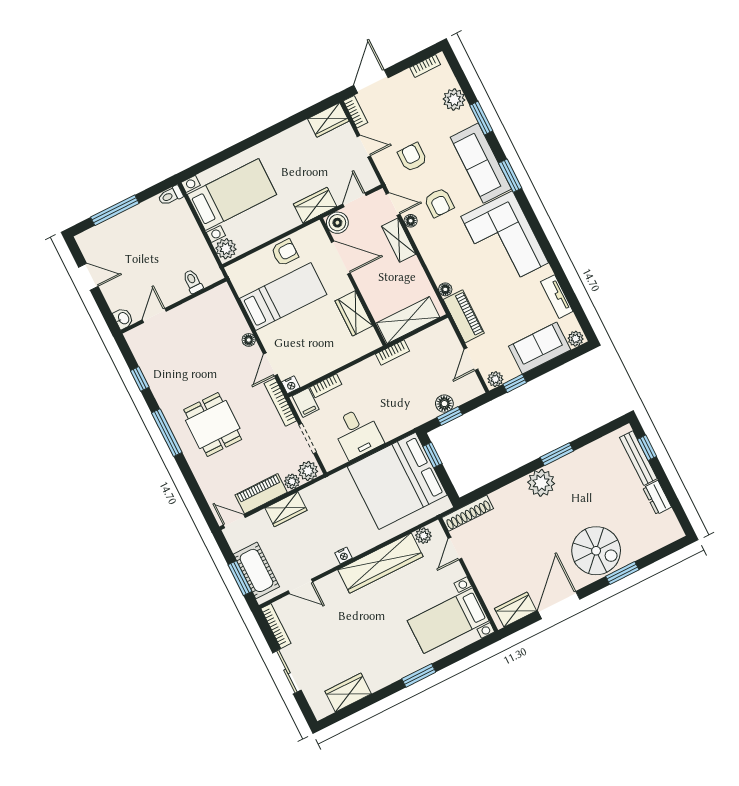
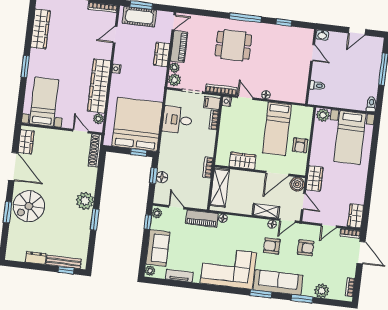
wardrobe: (348, 692) -> (40, 29), width x1.50

